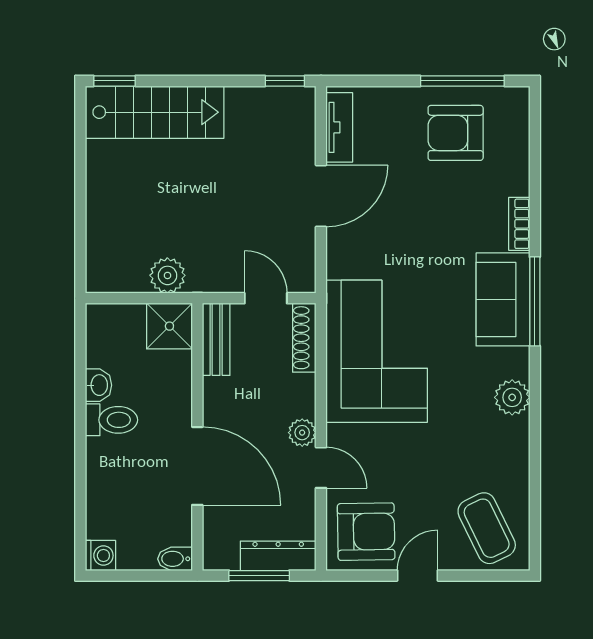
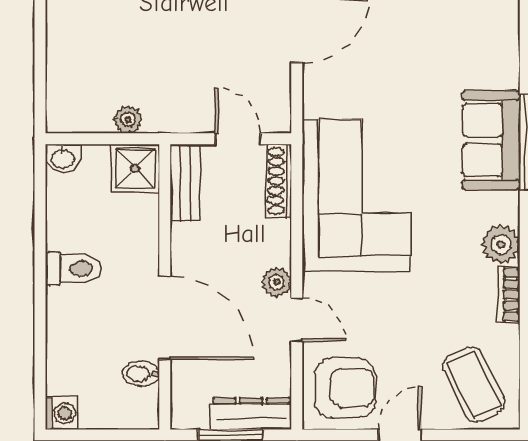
bookcase: (519, 224) -> (508, 295), moved
plant: (167, 275) -> (128, 120), width x0.73, depth x0.73
washbasin: (98, 385) -> (63, 158), moved, turned 90
bidet: (175, 559) -> (141, 374), moved

